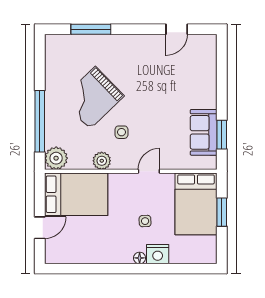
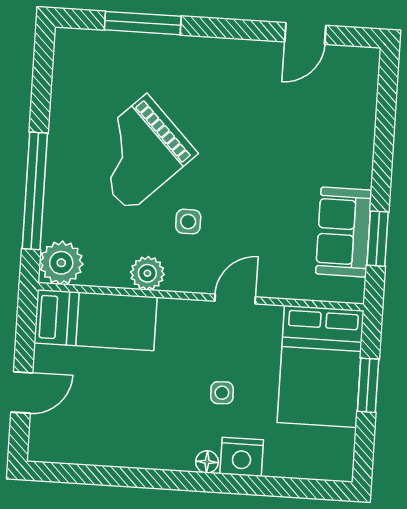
bed: (76, 194) -> (96, 320), width x0.67

